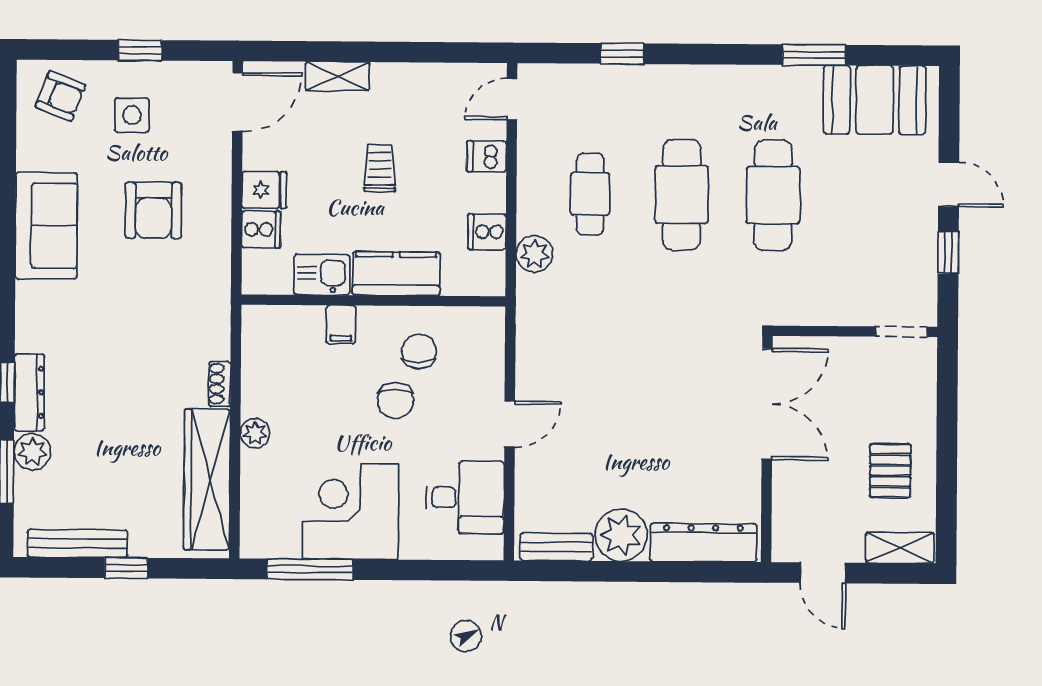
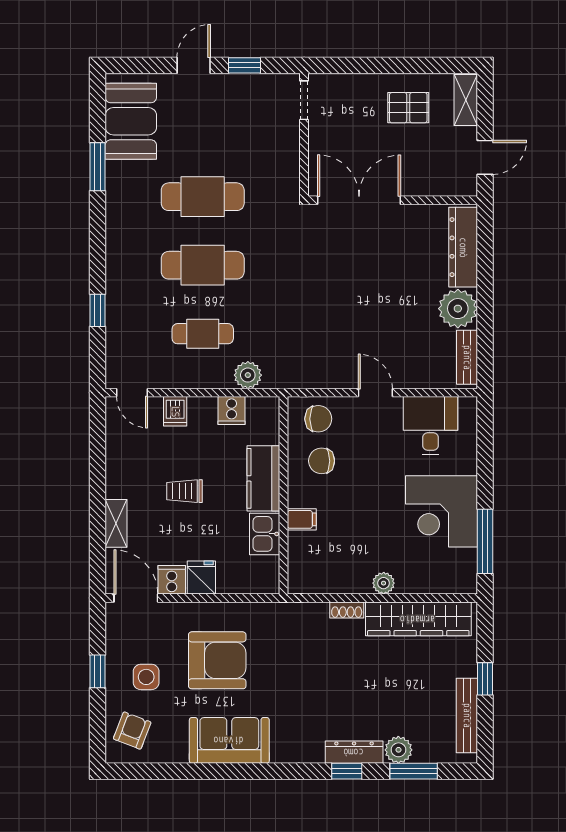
armchair: (153, 210) -> (217, 660), width x1.36, depth x1.36
cooker: (261, 230) -> (172, 580), moved
chair: (396, 401) -> (318, 419), moved

